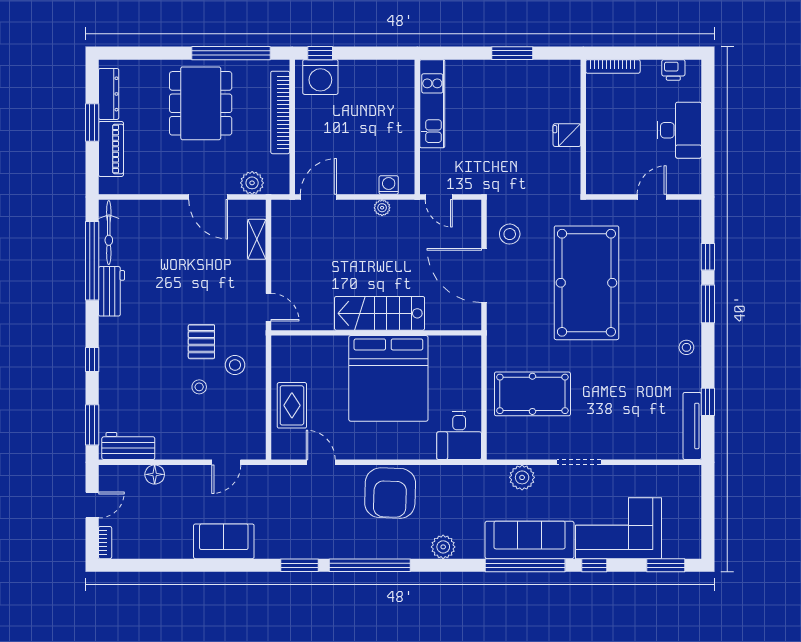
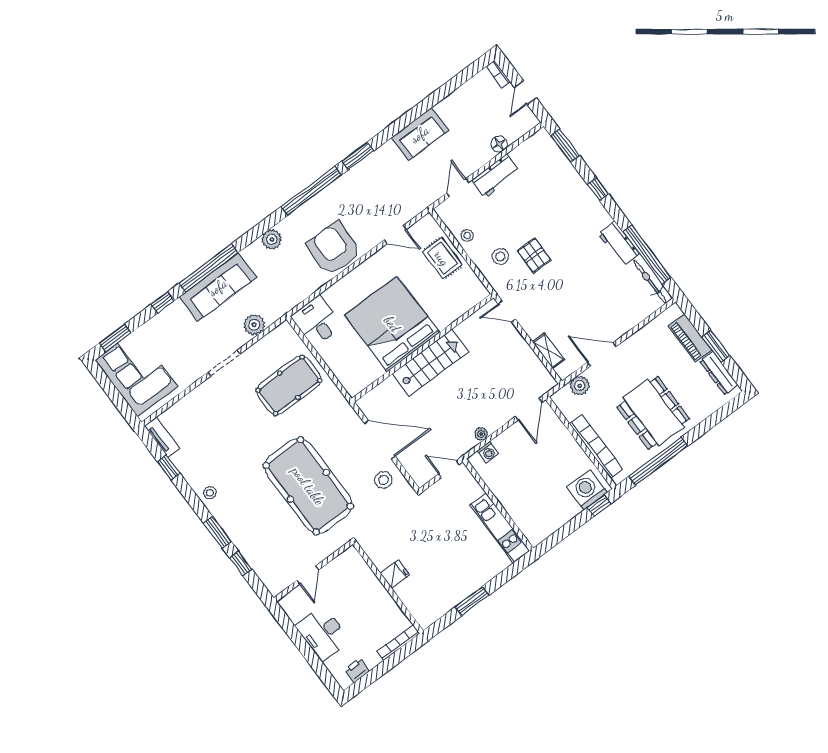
stool: (199, 387) -> (467, 235), moved
tv unit: (692, 426) -> (162, 437), width x0.71
workbench: (128, 446) -> (496, 176), moved
corner sofa: (618, 528) -> (136, 373), moved, turned -90

